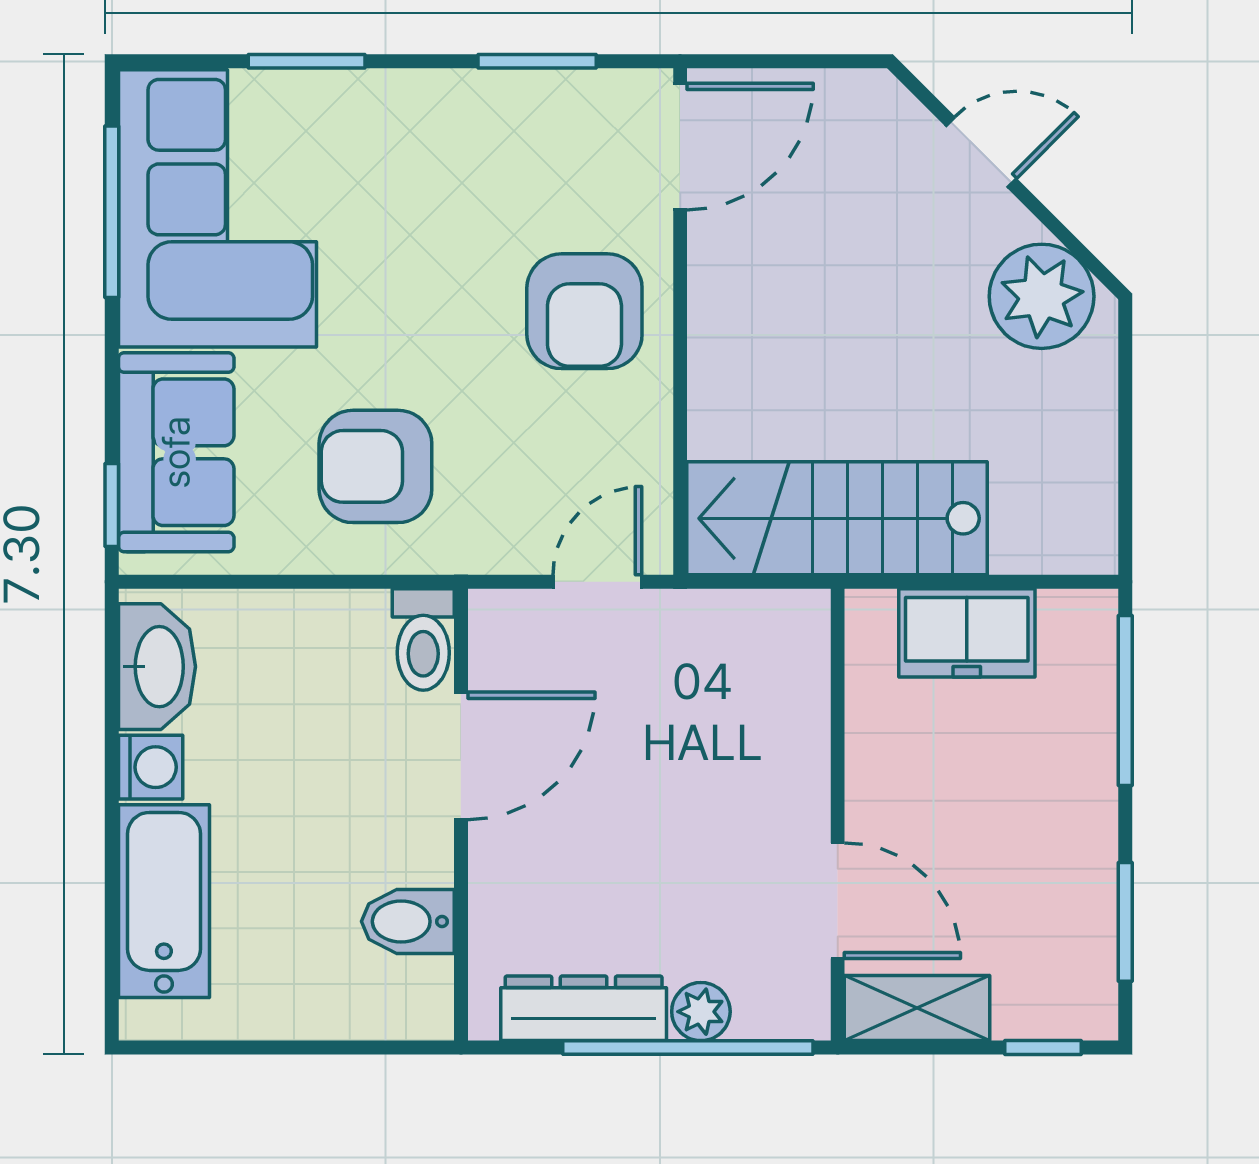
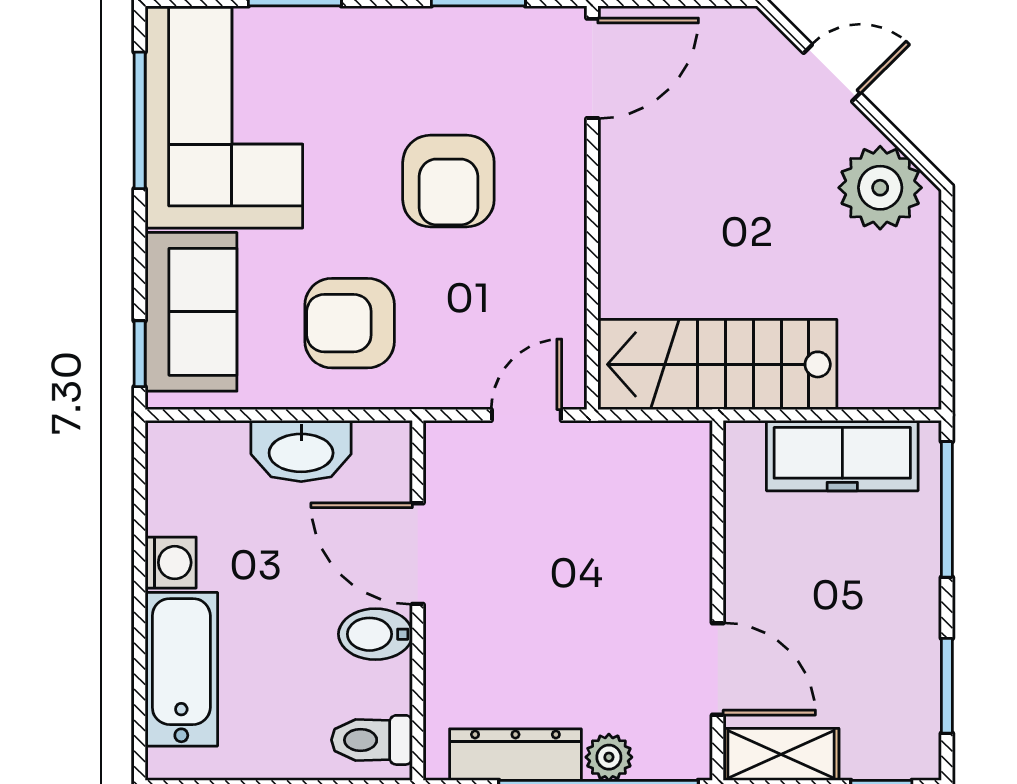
armchair: (584, 311) -> (448, 181), moved
freezer: (967, 633) -> (842, 456), width x1.40
toilet: (423, 639) -> (372, 740), moved, turned 90
washbasin: (157, 667) -> (301, 451), moved, turned 90
door: (461, 756) -> (418, 554), swing flipped
bidet: (408, 921) -> (375, 634), moved

